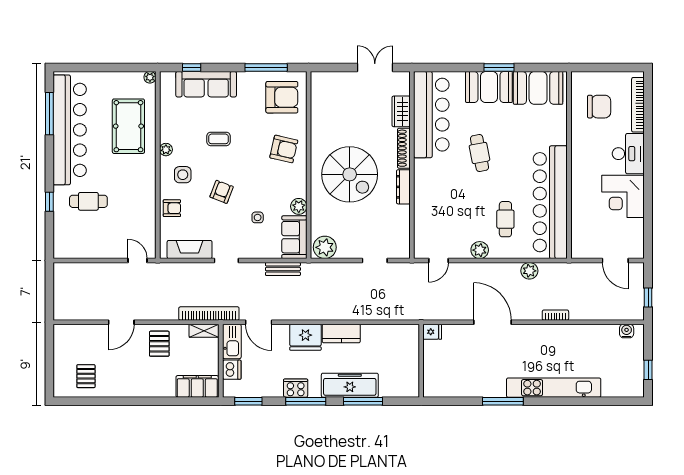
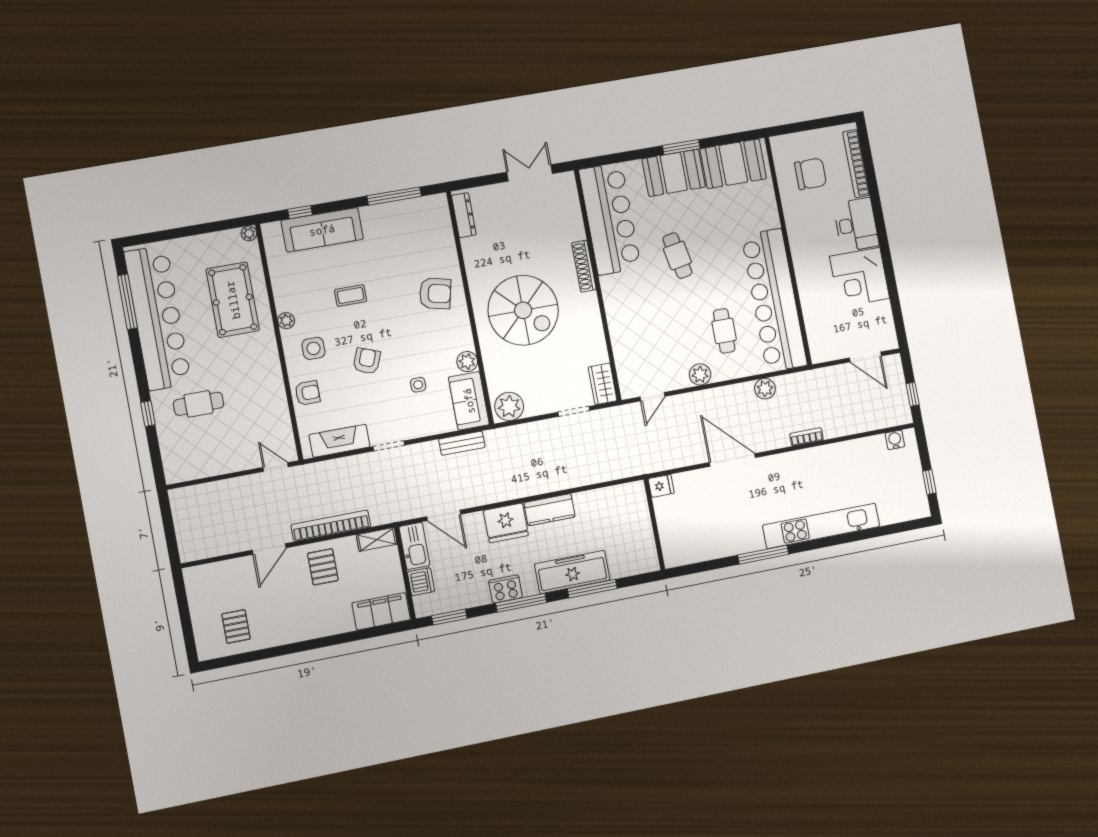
armchair: (282, 97) -> (421, 230), removed
wardrobe: (401, 111) -> (603, 384), moved
dresser: (403, 187) -> (464, 215), moved, turned 180
bookcase: (209, 313) -> (331, 526), moved

